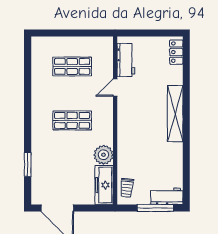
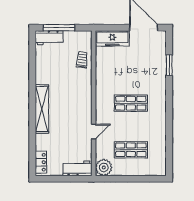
workbench: (126, 60) -> (77, 168), moved, turned 90
plant: (103, 155) -> (104, 167), moved
freezer: (104, 185) -> (112, 38), moved, turned 90
trolley: (127, 188) -> (82, 60), moved

